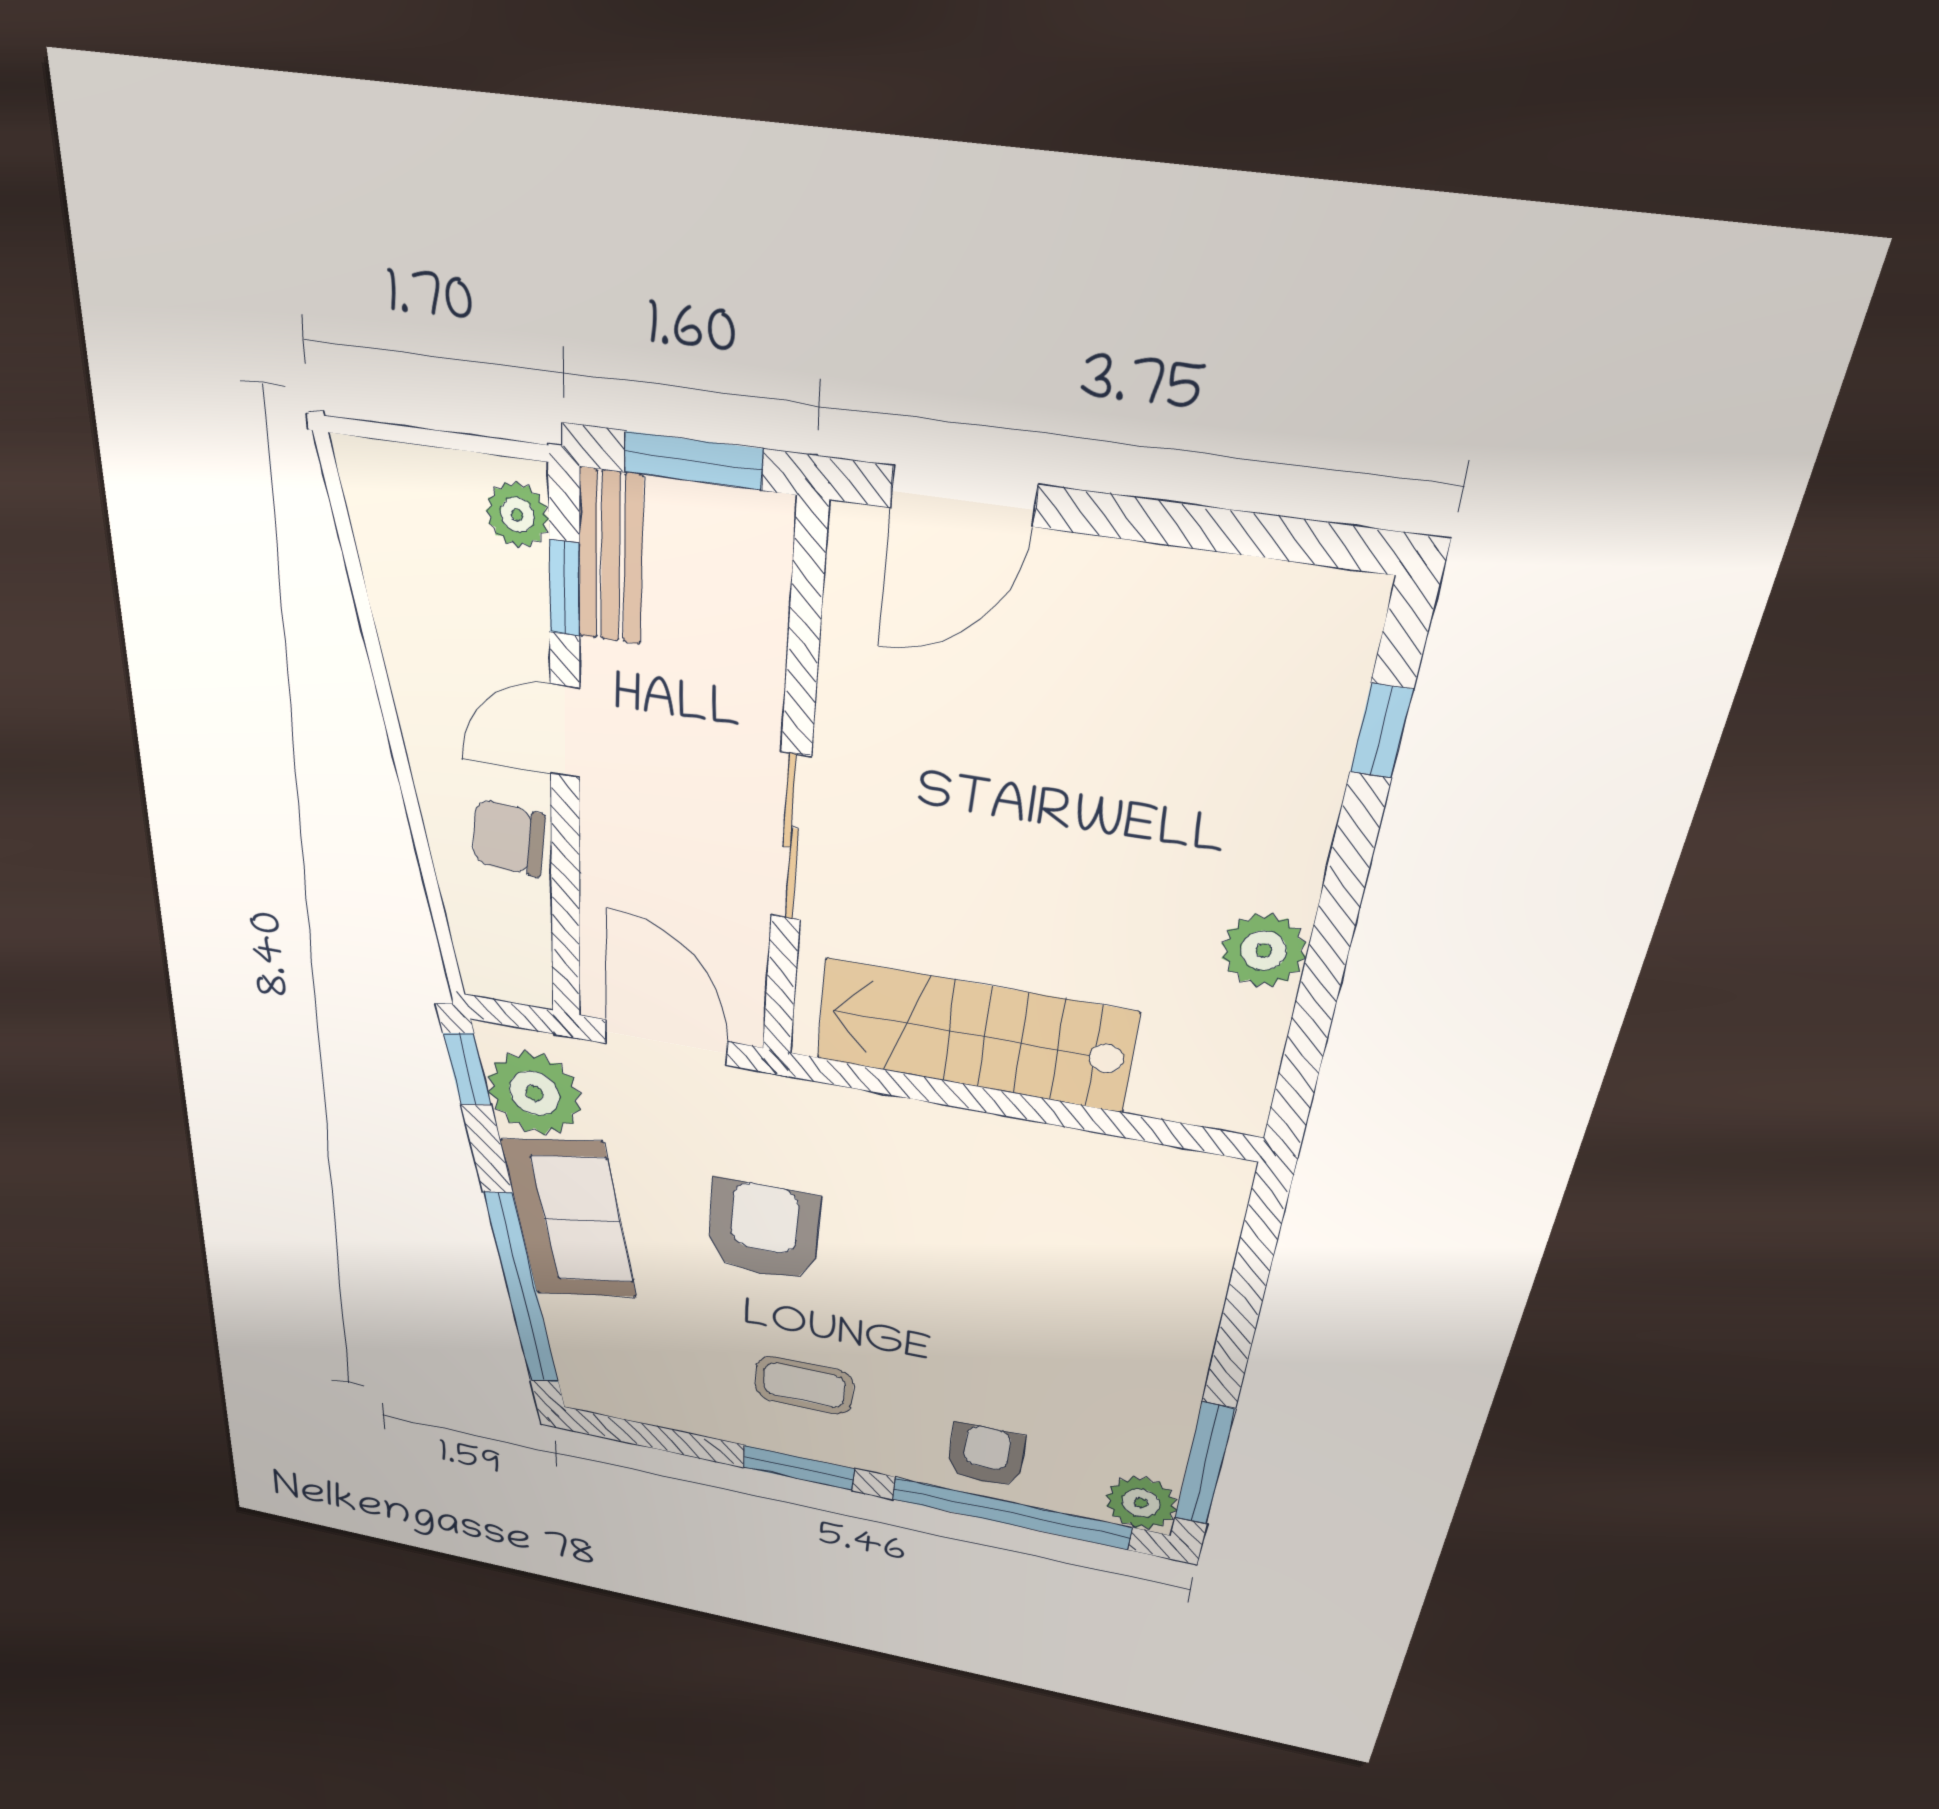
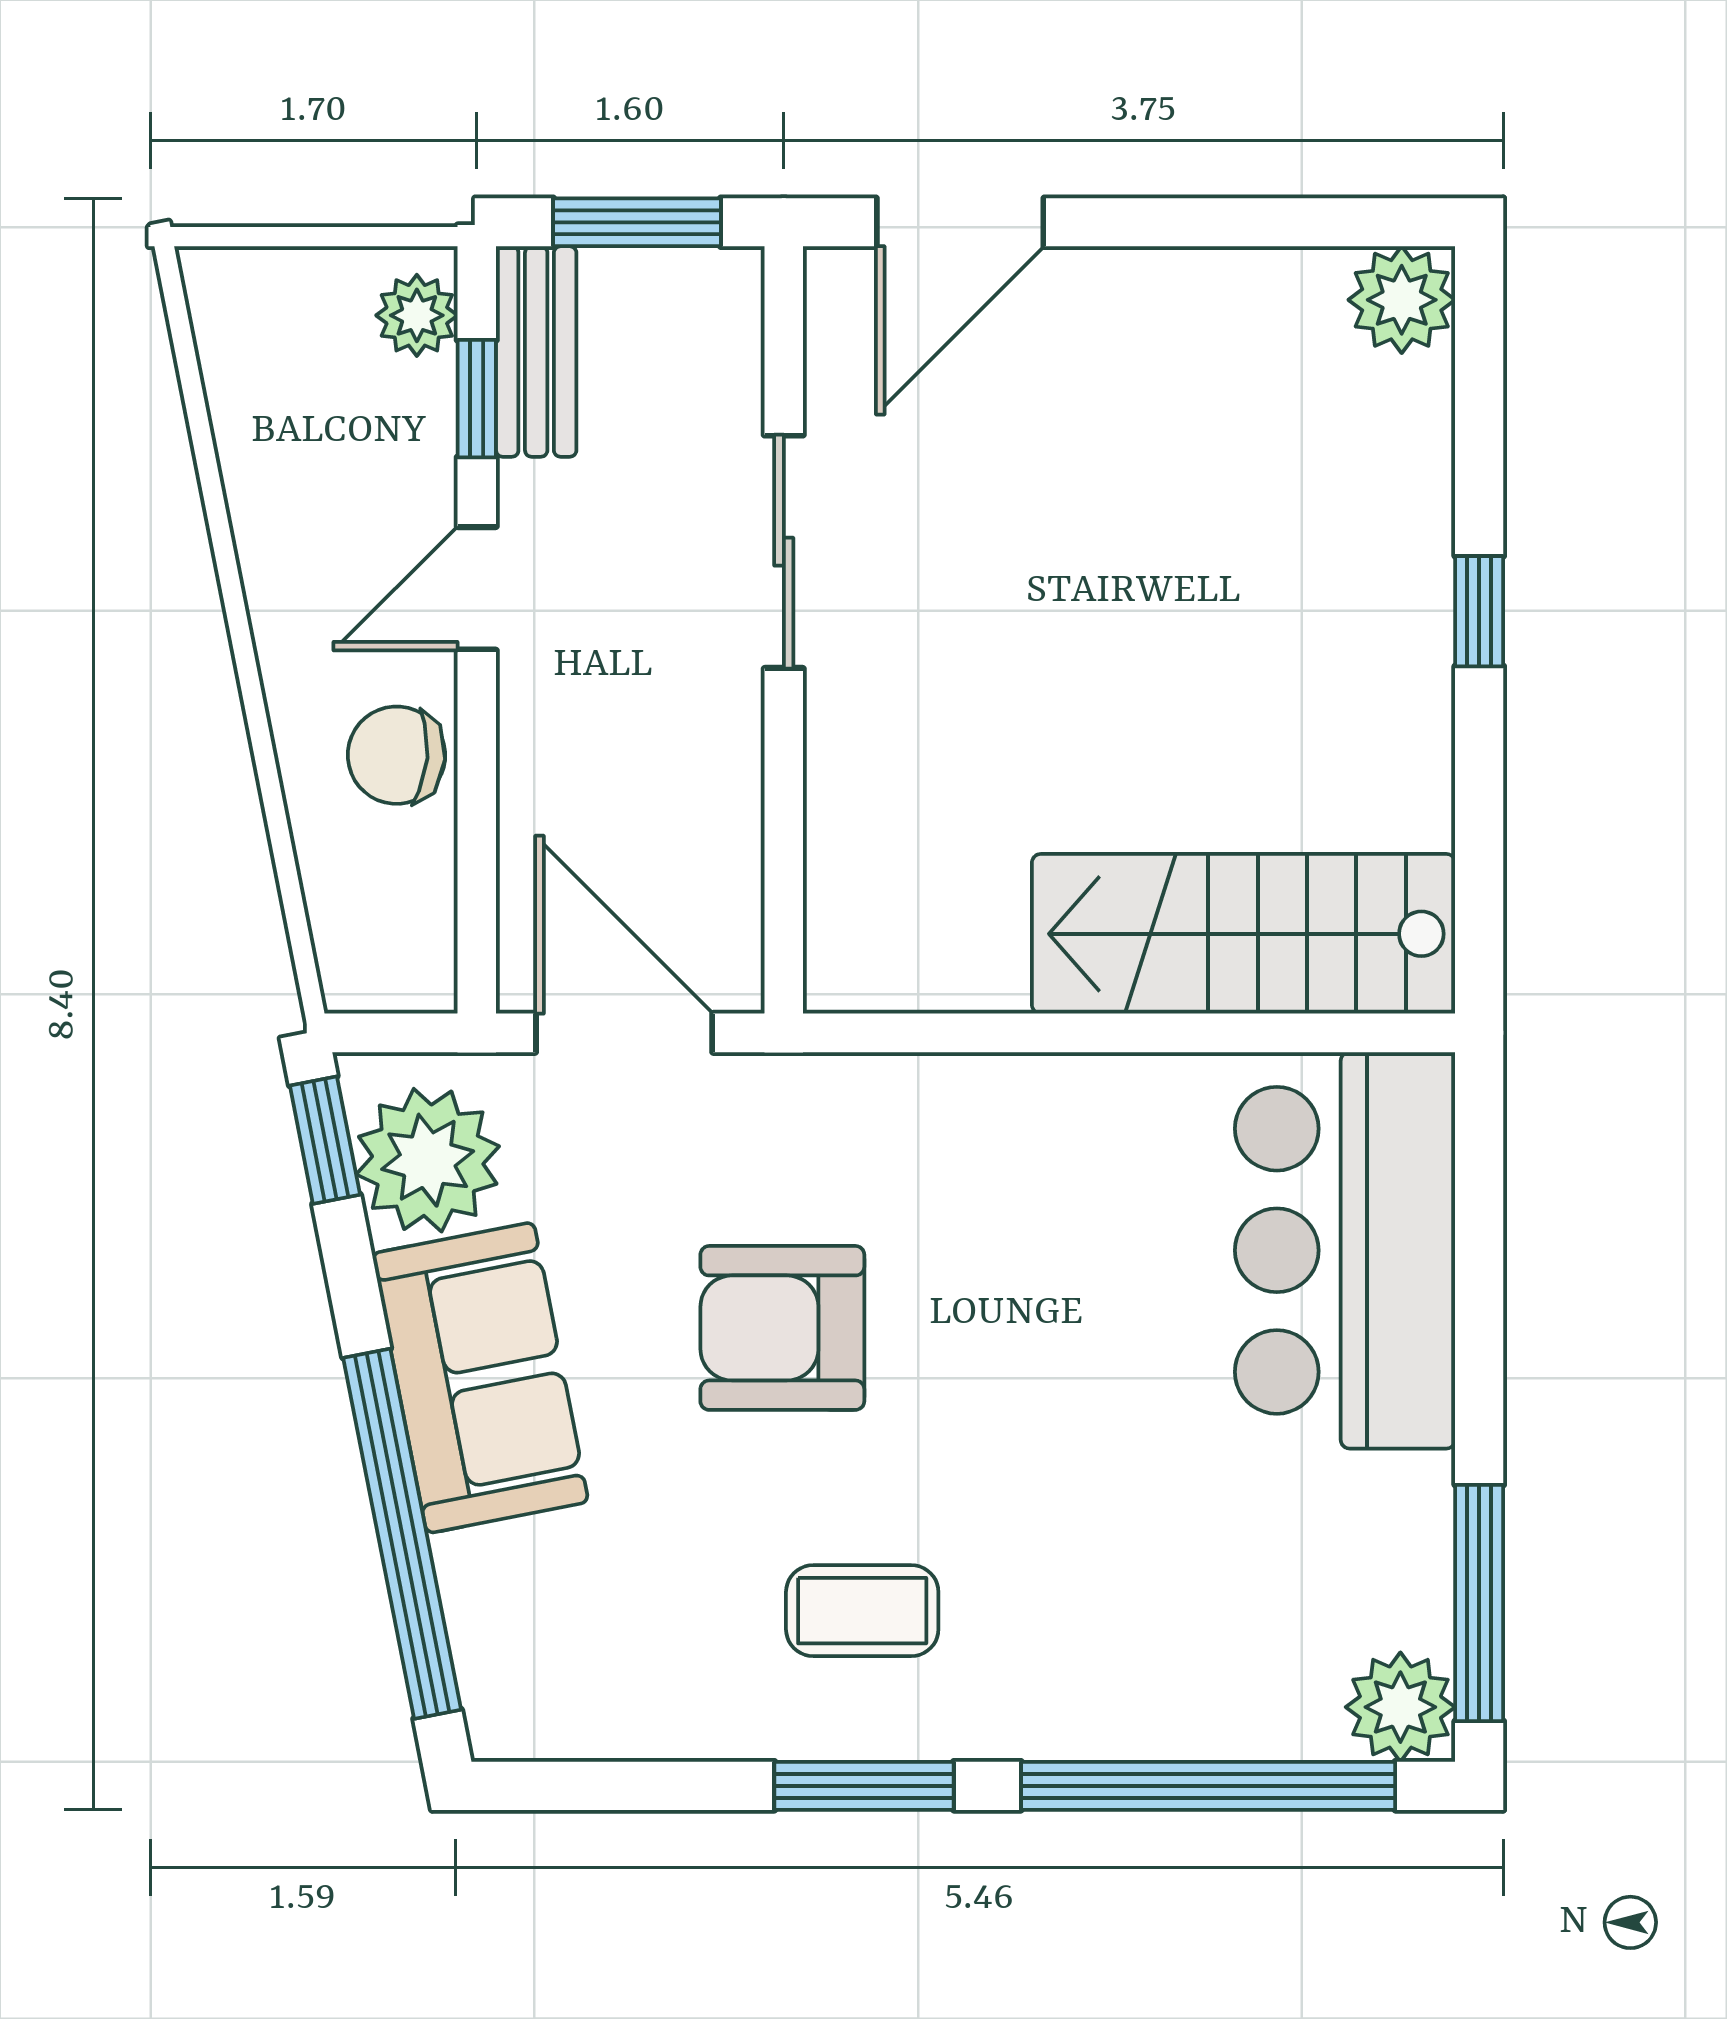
window: (1381, 731) -> (1479, 611), moved
sliding door: (791, 838) -> (784, 552), moved
plant: (1264, 950) -> (1402, 300), moved
stairs: (975, 1035) -> (1244, 934), moved
armchair: (764, 1231) -> (782, 1328), turned -90
bar counter: (1153, 1262) -> (1345, 1250), added
armchair: (986, 1455) -> (1156, 1676), removed

